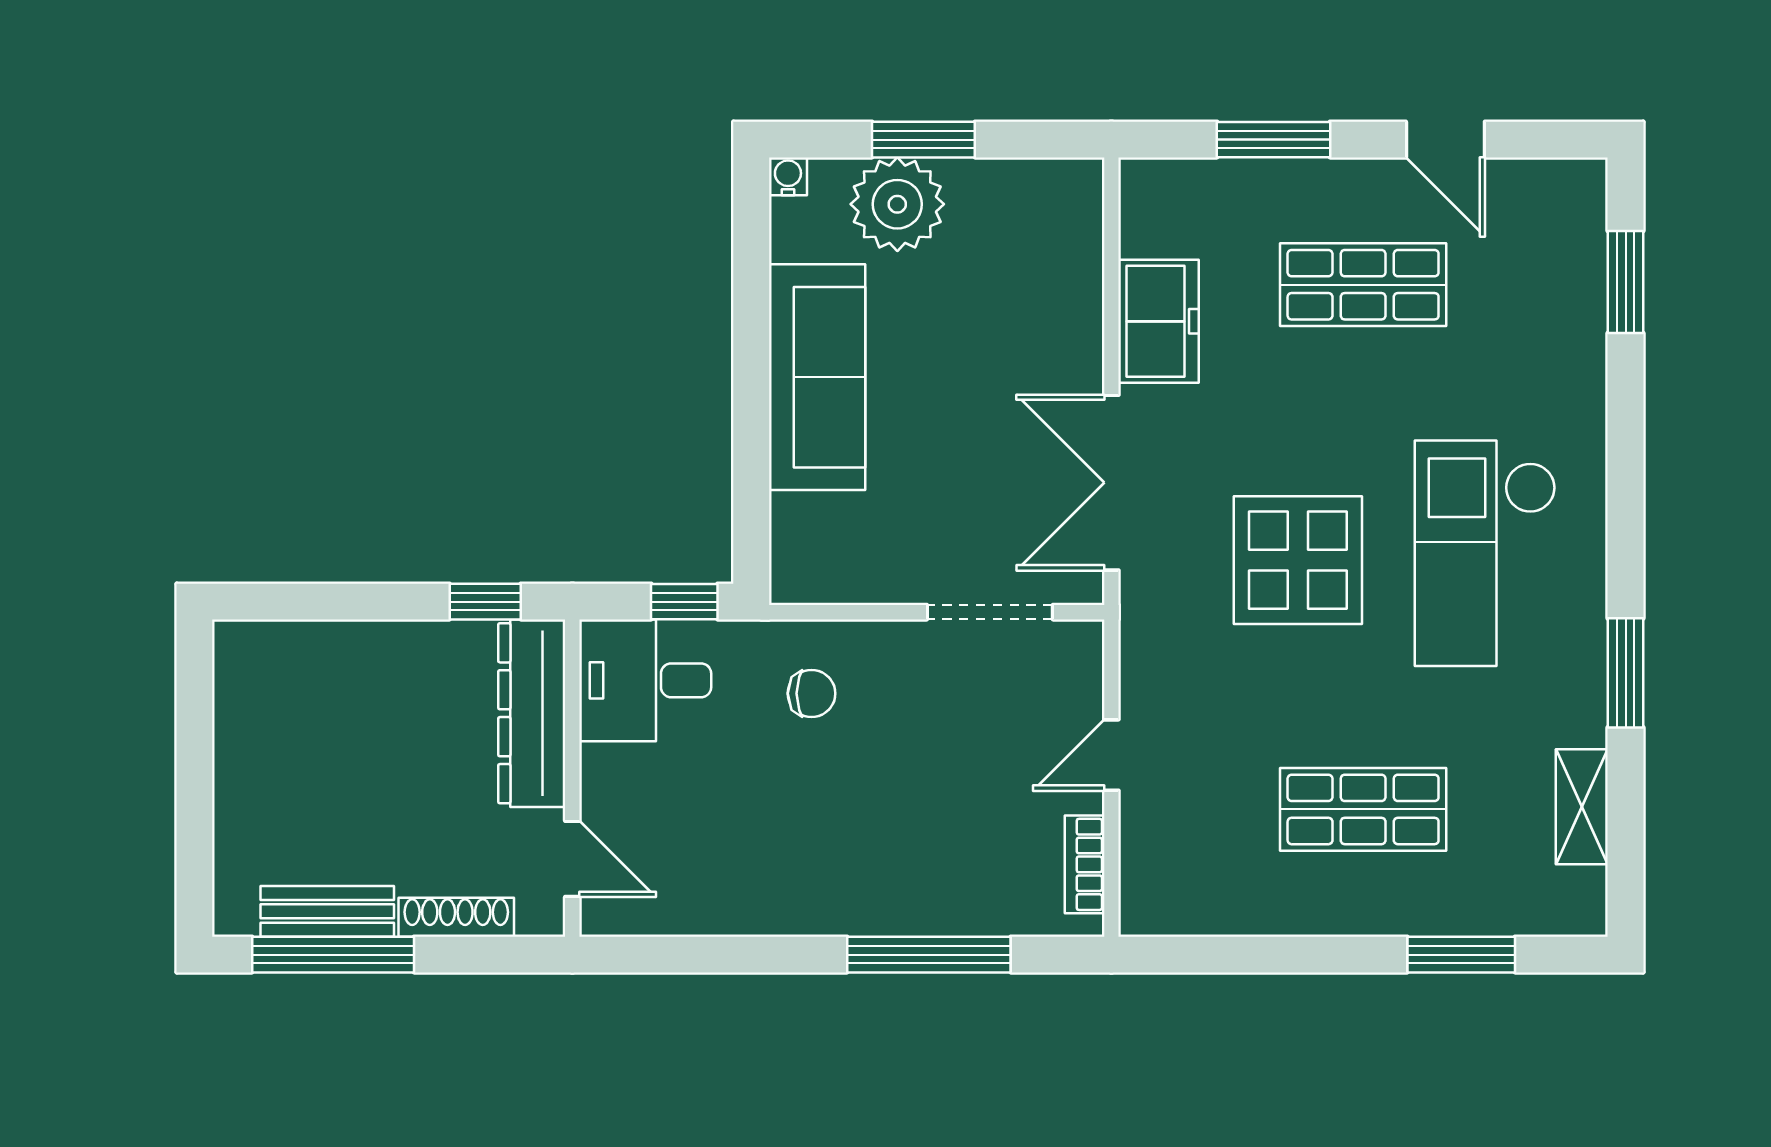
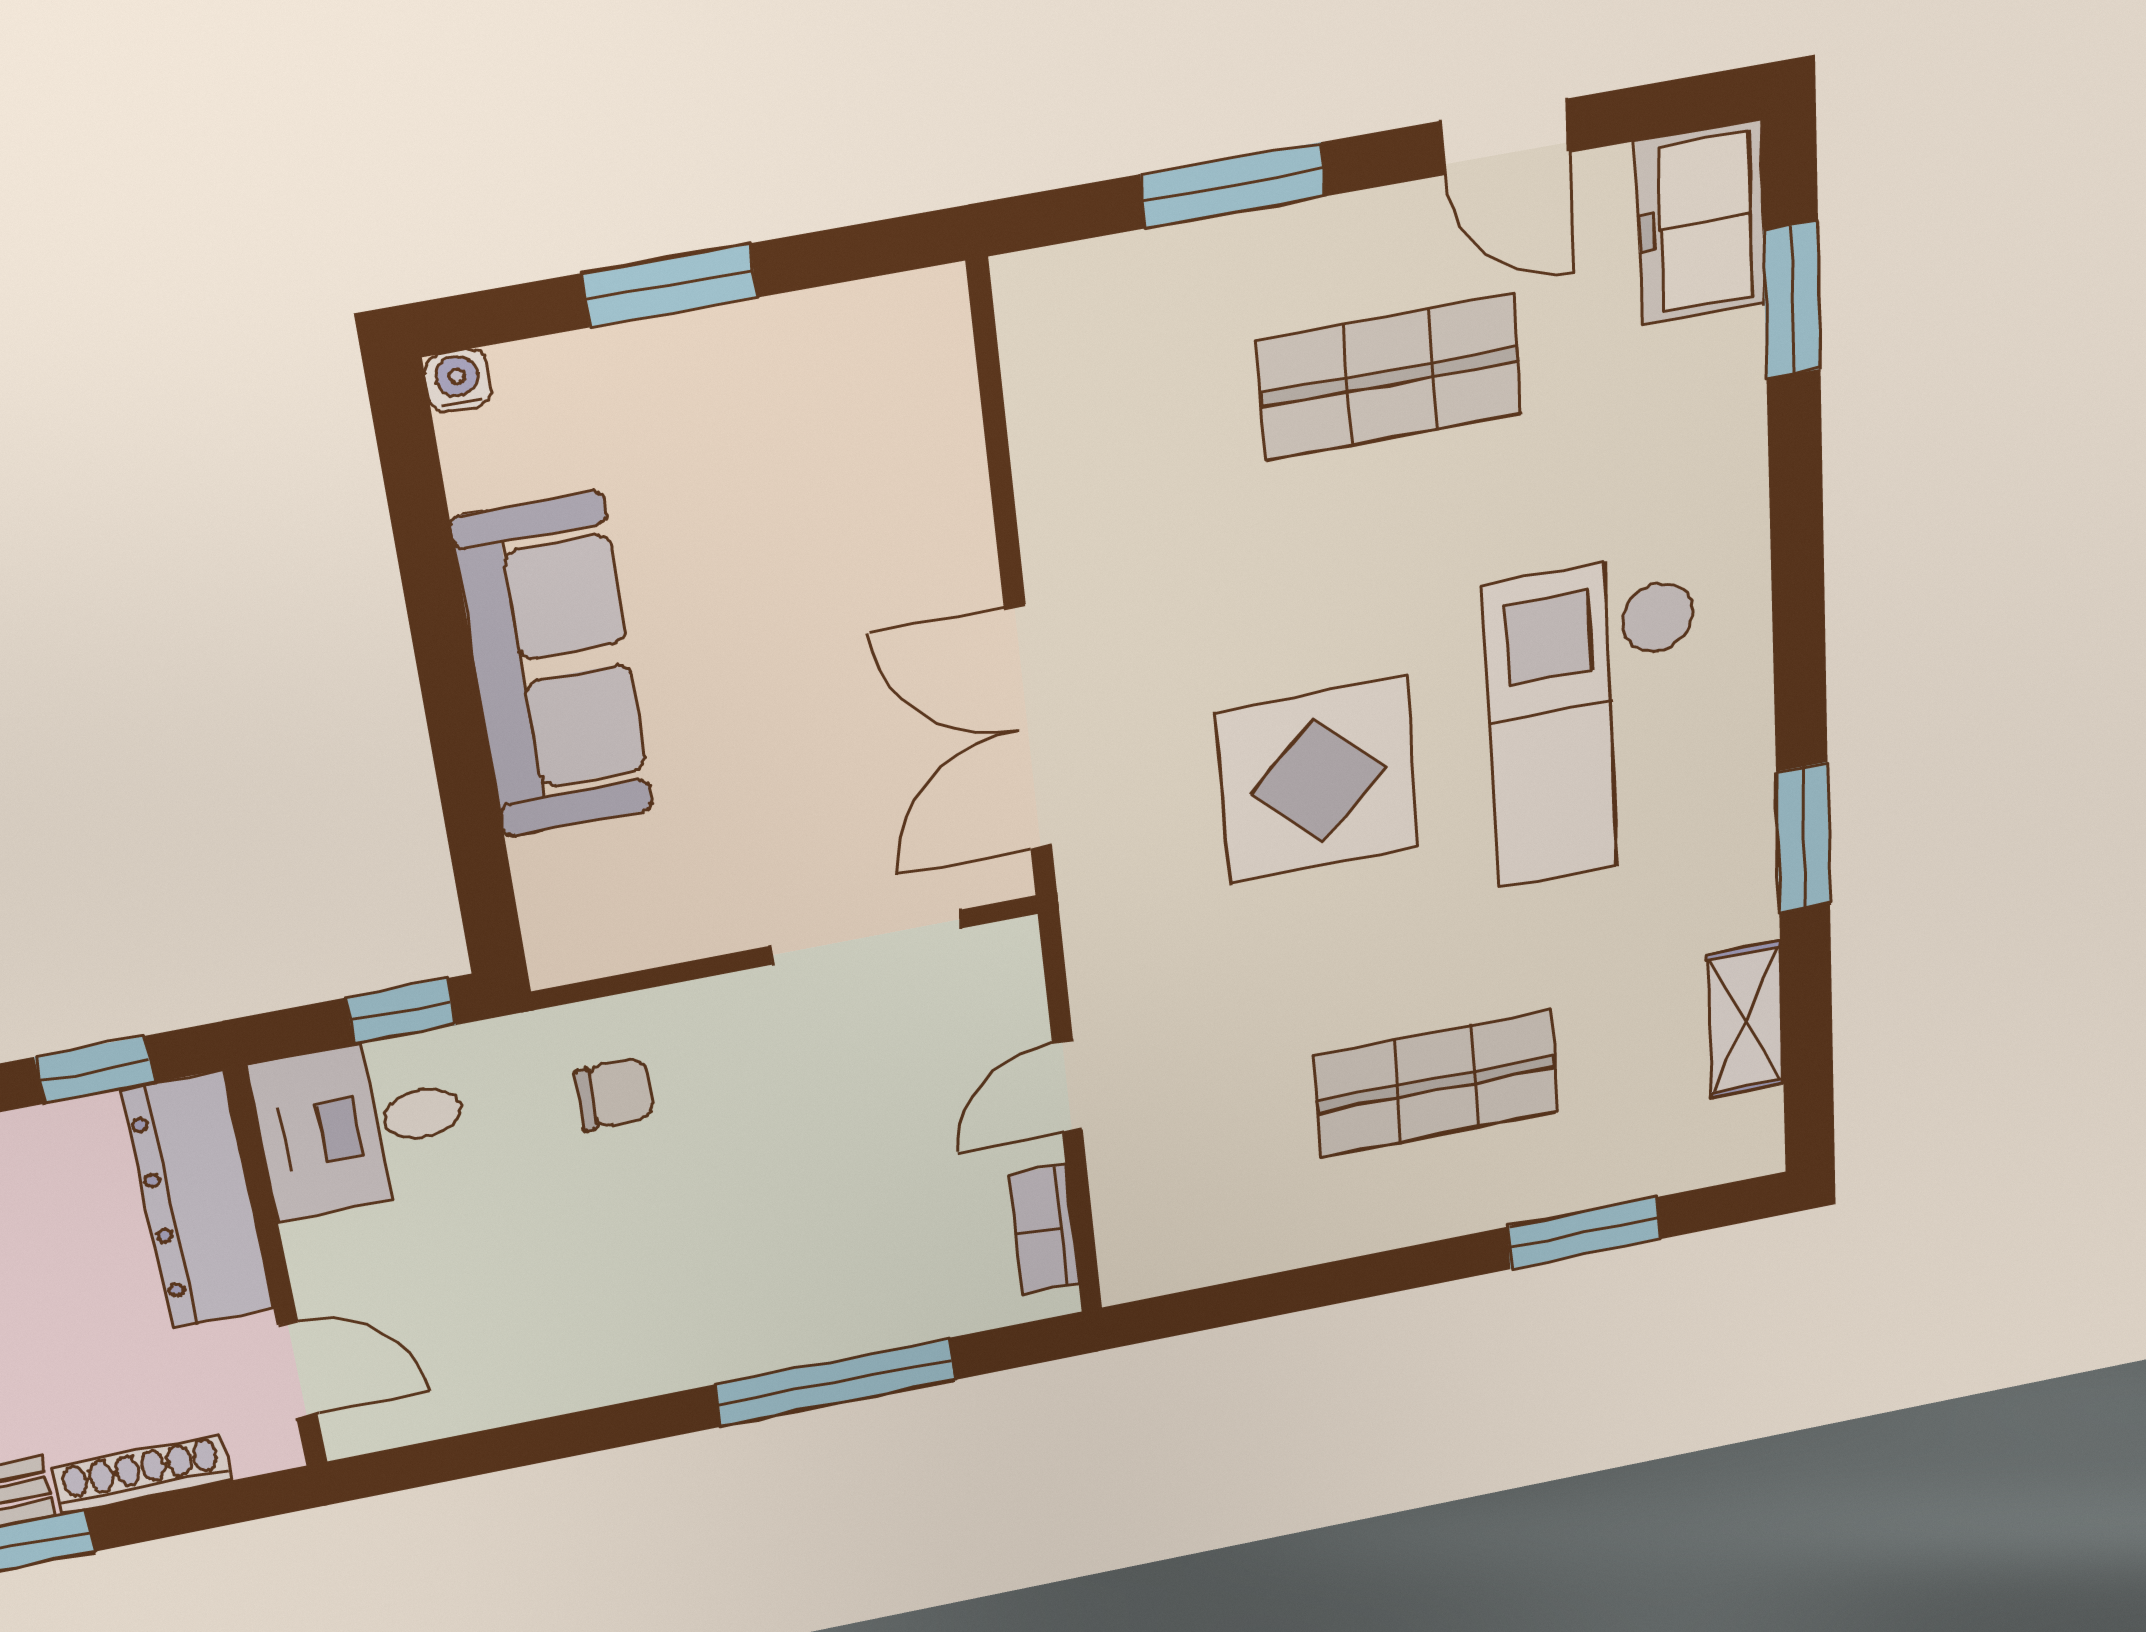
plant: (897, 204) -> (642, 391), removed
freezer: (1159, 321) -> (1701, 223), moved, turned 180

